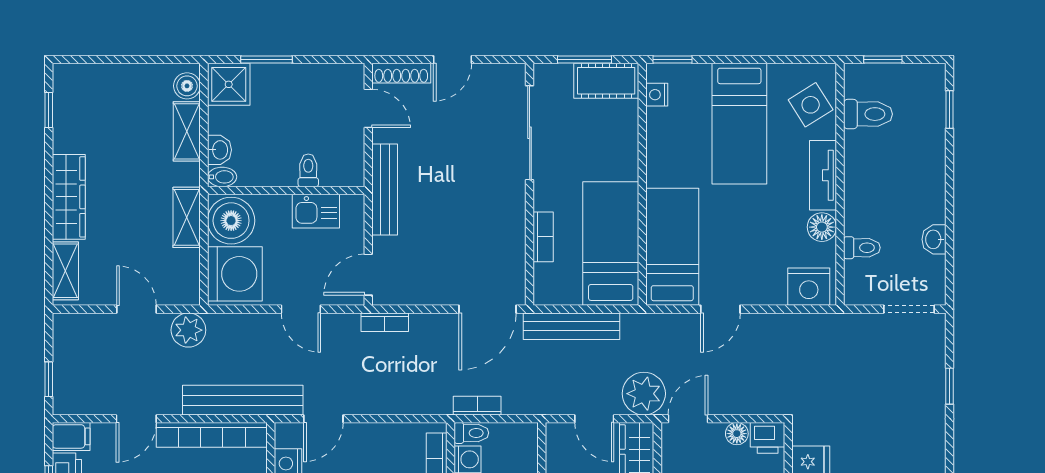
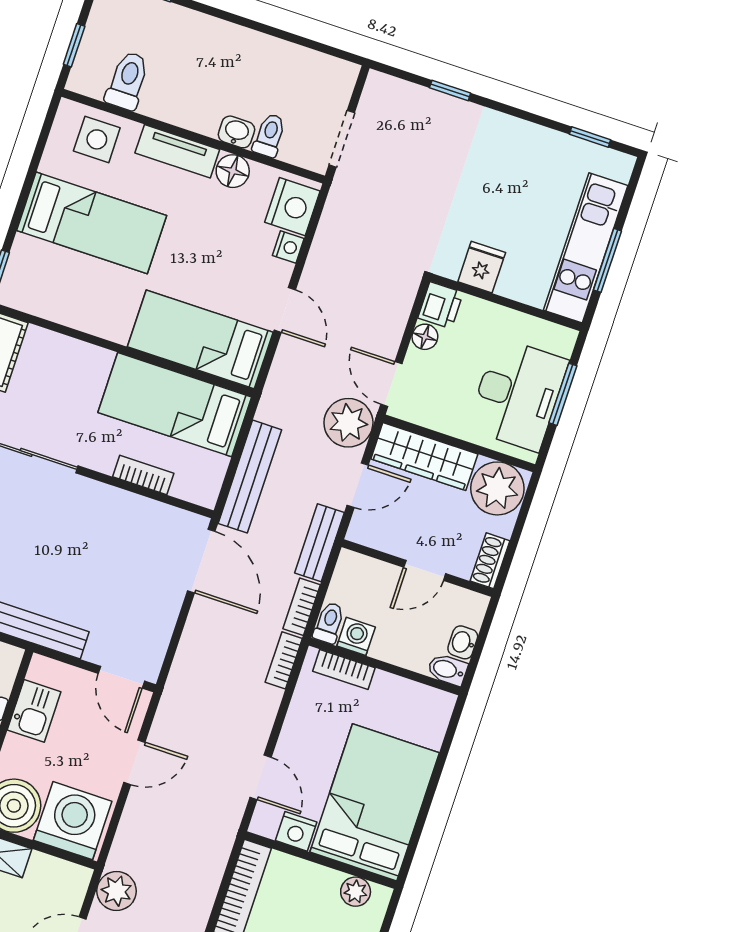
nightstand: (657, 95) -> (288, 247), moved, turned -90
side table: (811, 105) -> (97, 139), turned 32
washbasin: (934, 239) -> (236, 132), moved, turned 180
doorway: (909, 309) -> (342, 139), moved
bookcase: (385, 322) -> (284, 660), moved, turned 180
bench: (243, 400) -> (319, 543), moved, width x0.54, depth x0.82

